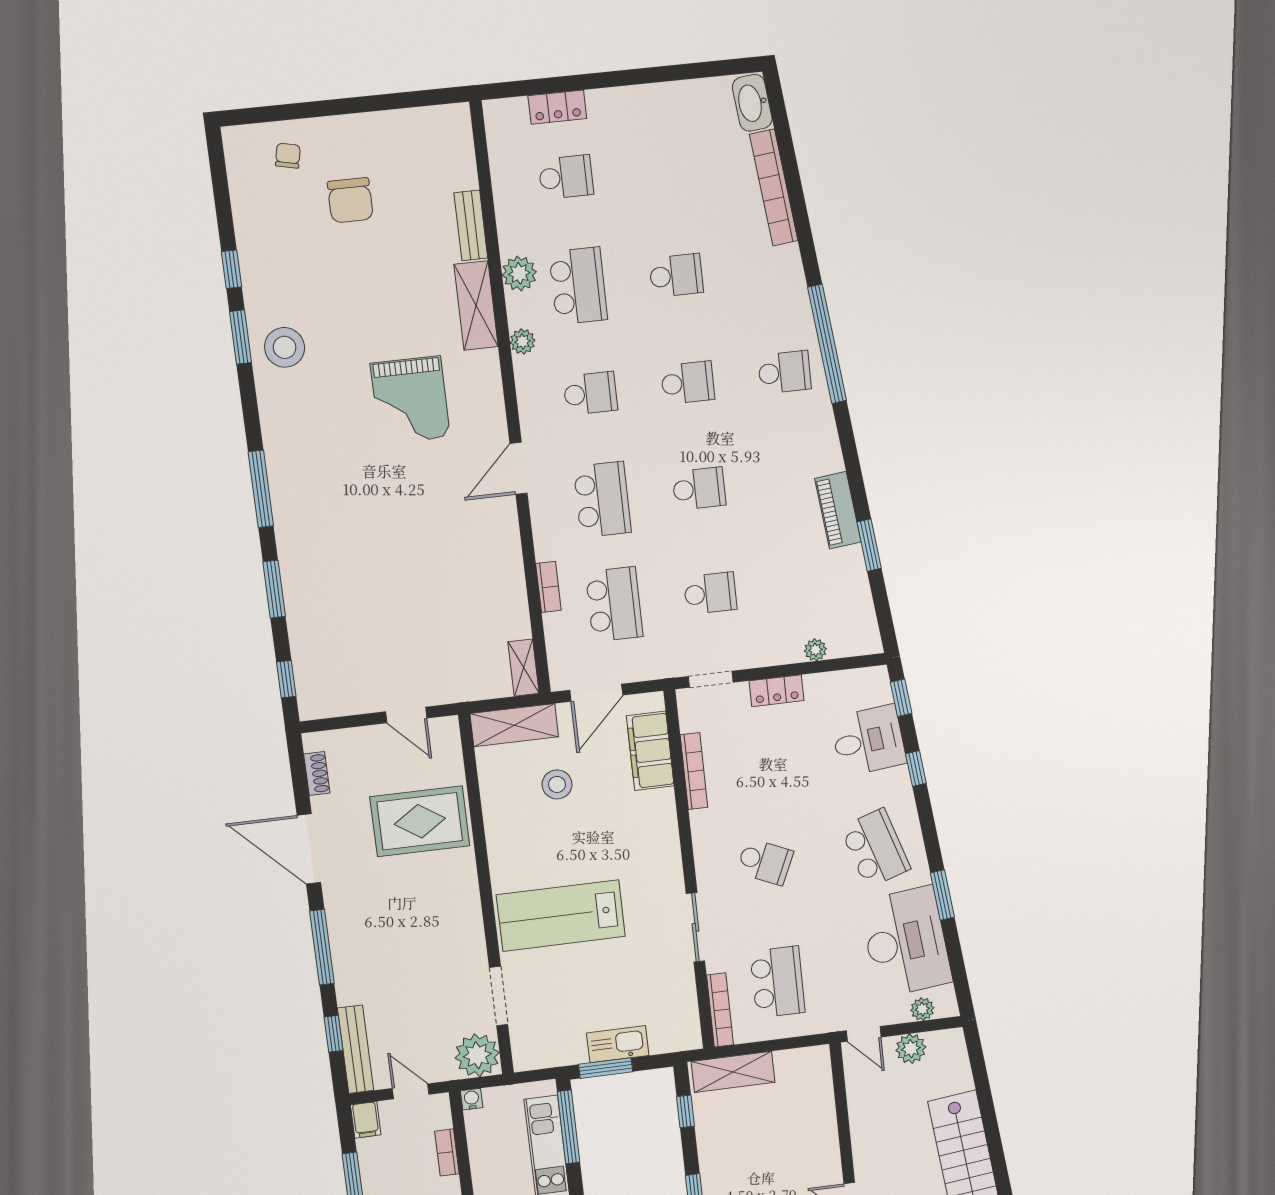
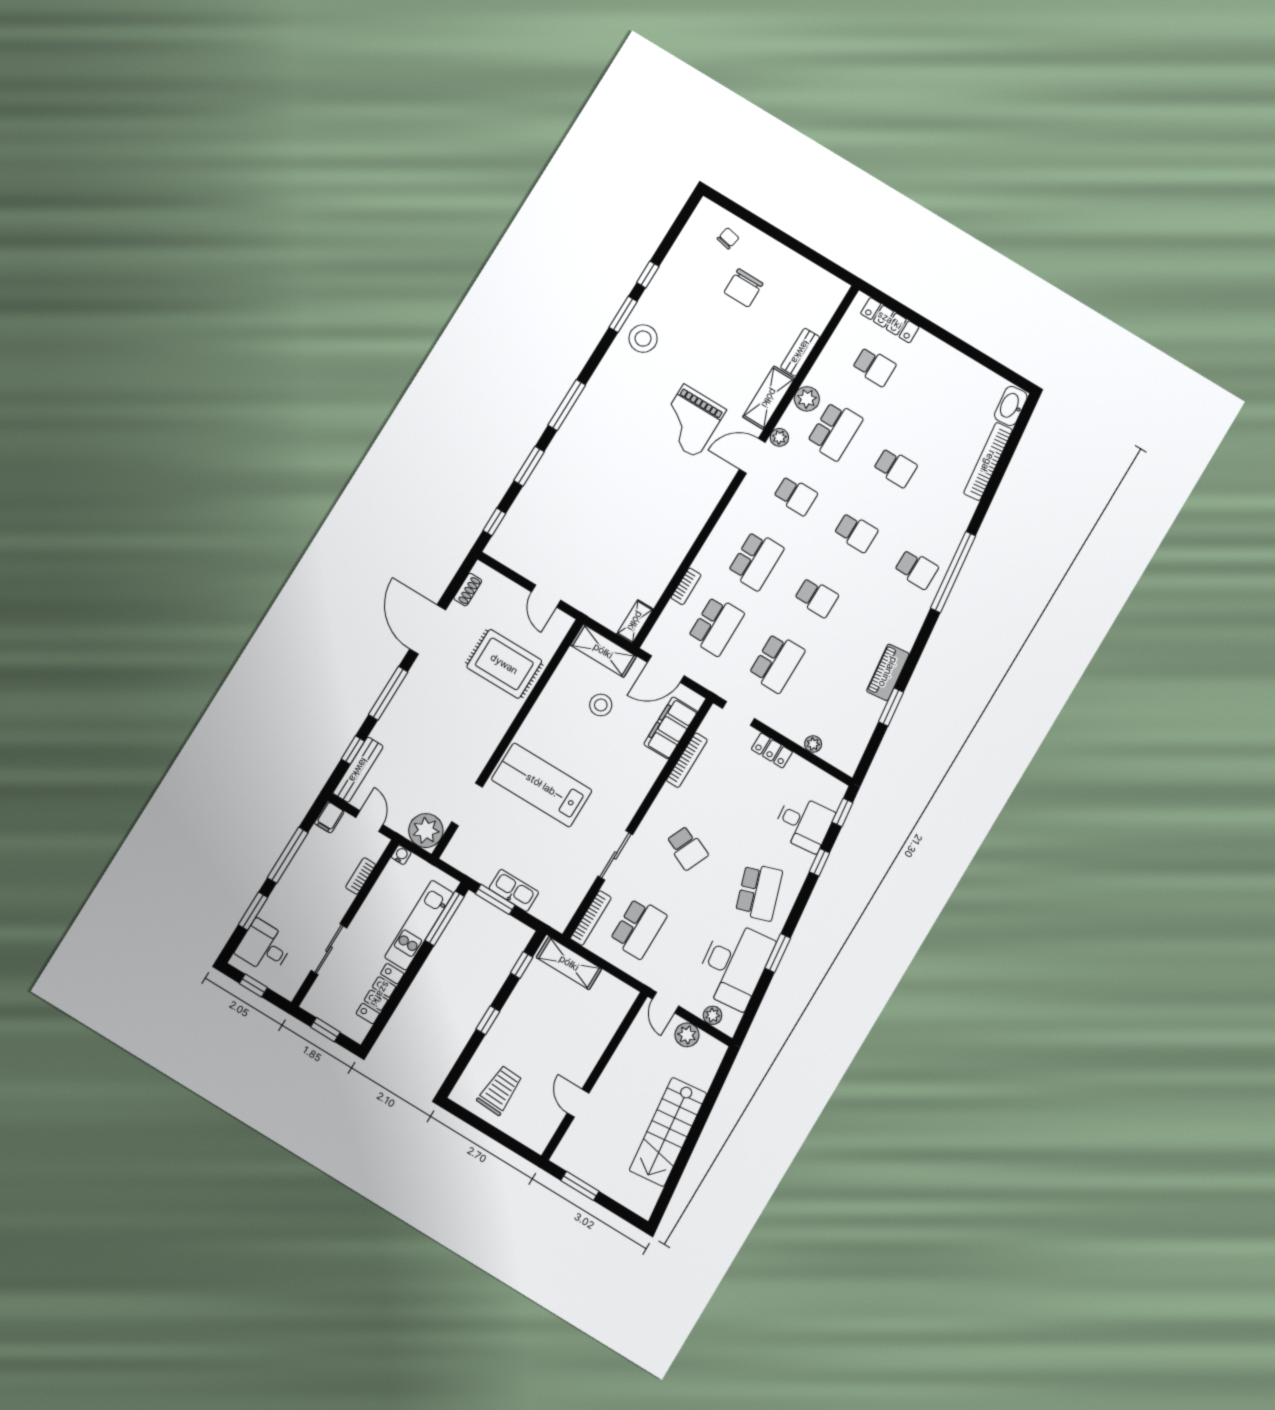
locker: (557, 107) -> (890, 320), width x1.53
door: (519, 468) -> (752, 456), moved
school desk: (710, 593) -> (777, 663), width x1.85

